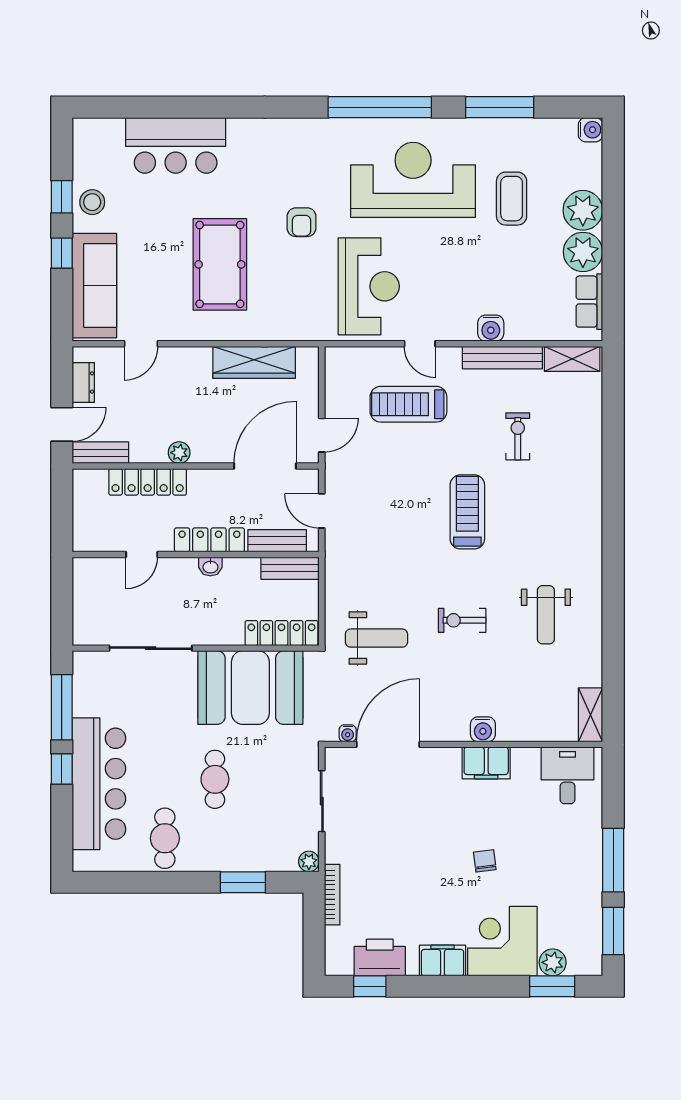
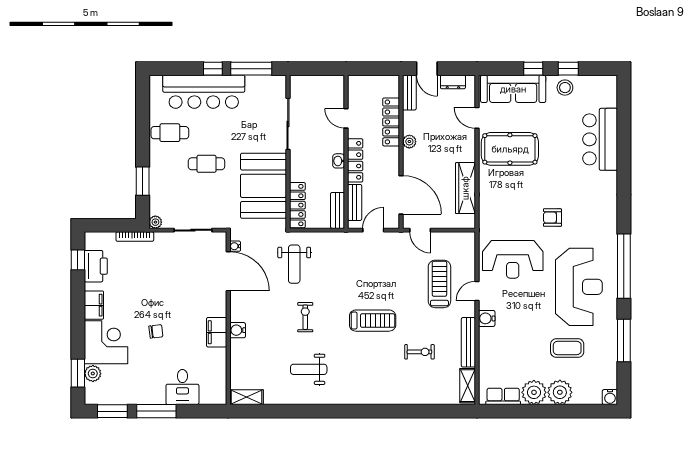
pool table: (220, 264) -> (510, 149), moved
water cooler: (491, 328) -> (487, 318), moved
desk: (568, 775) -> (182, 387), moved, turned 90

